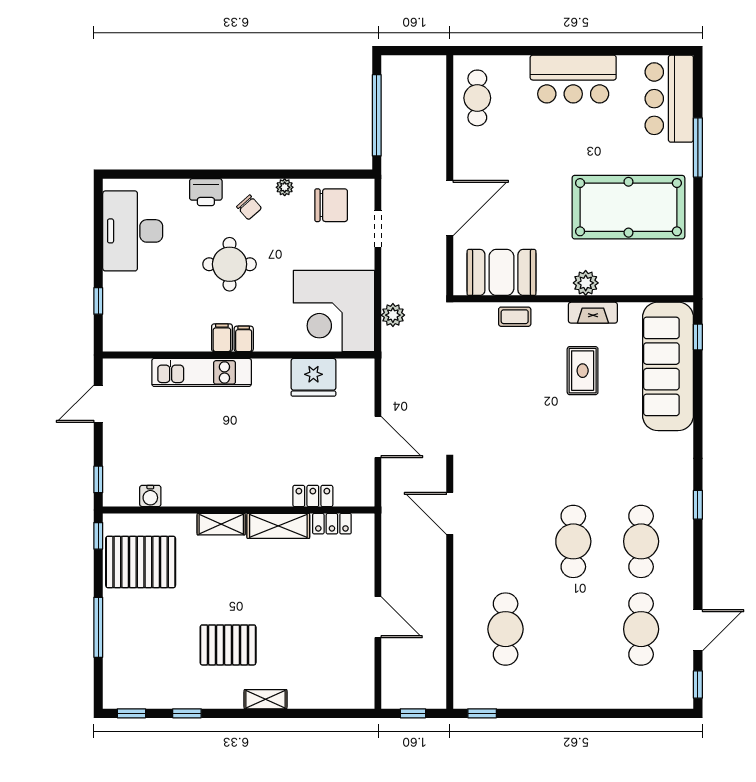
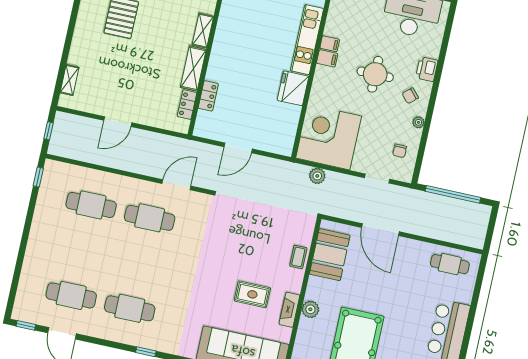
chair: (331, 205) -> (400, 151), width x0.54, depth x0.54
filing cabinet: (244, 339) -> (330, 44), moved
fridge: (313, 377) -> (293, 88), moved
cafe table: (573, 541) -> (150, 218), moved
shelving: (266, 699) -> (70, 80), moved

